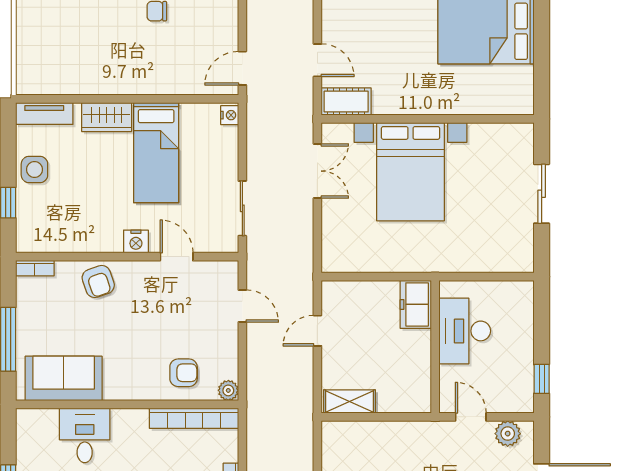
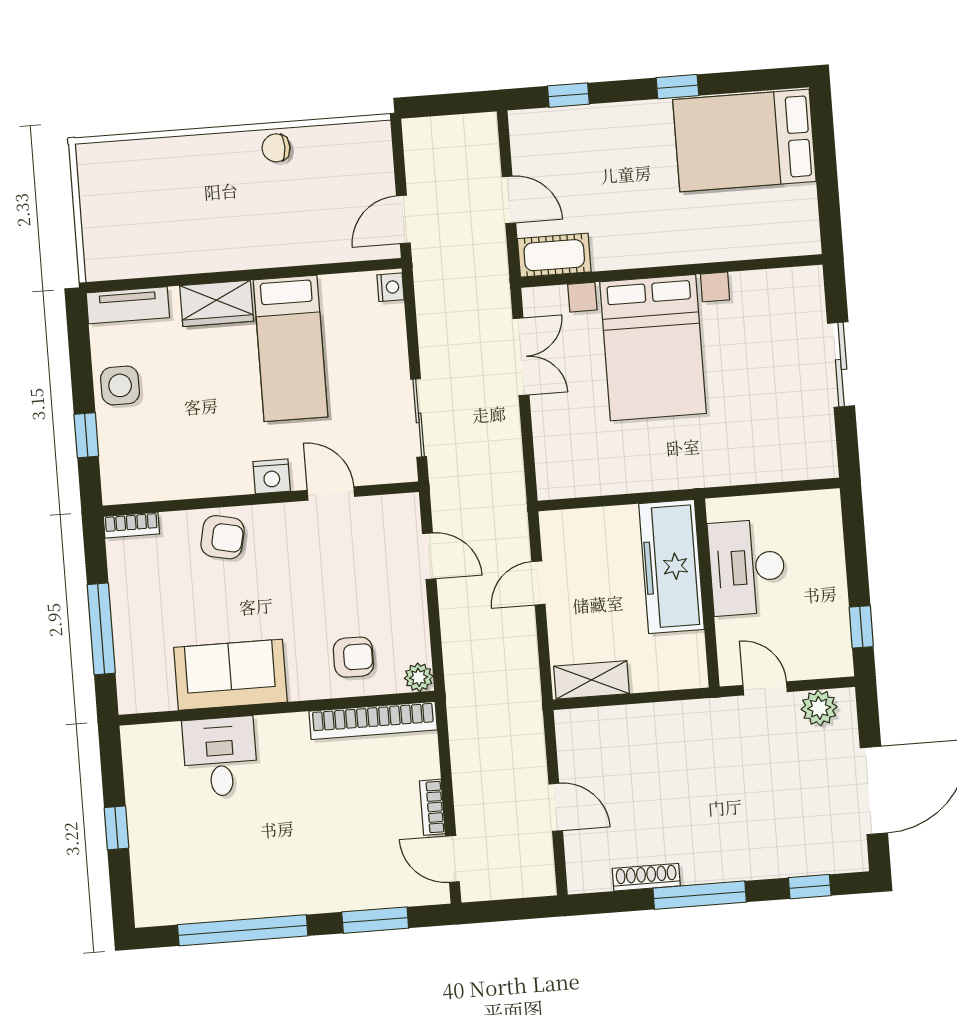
armchair: (98, 282) -> (223, 537), turned -59
freezer: (416, 304) -> (672, 566), width x1.91, depth x1.26
sofa: (64, 378) -> (230, 675), moved

